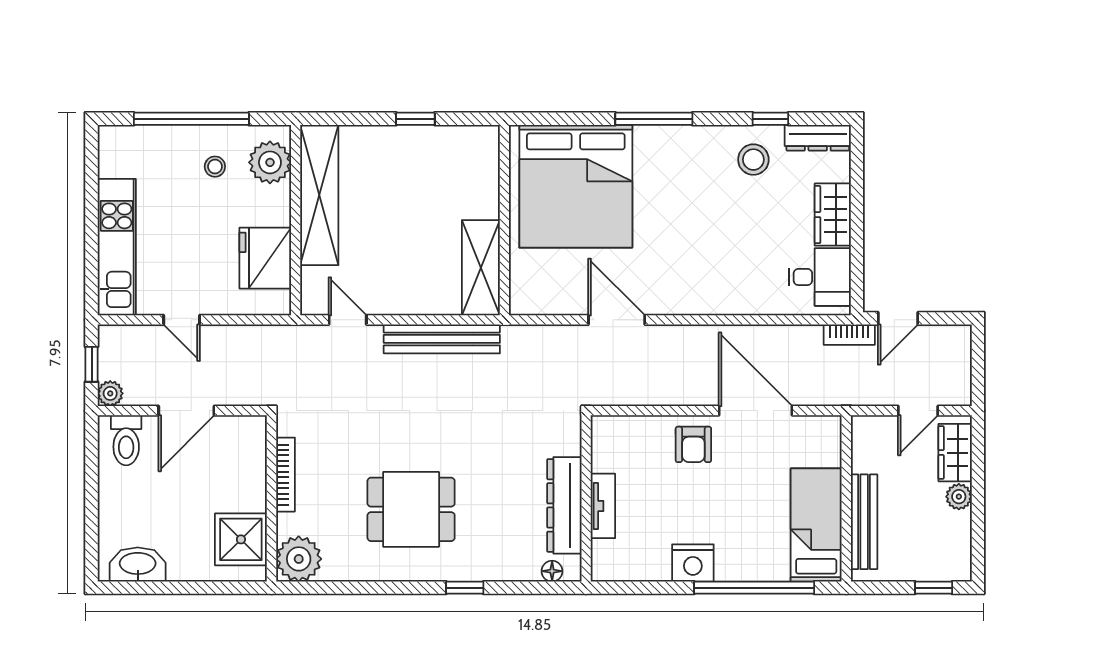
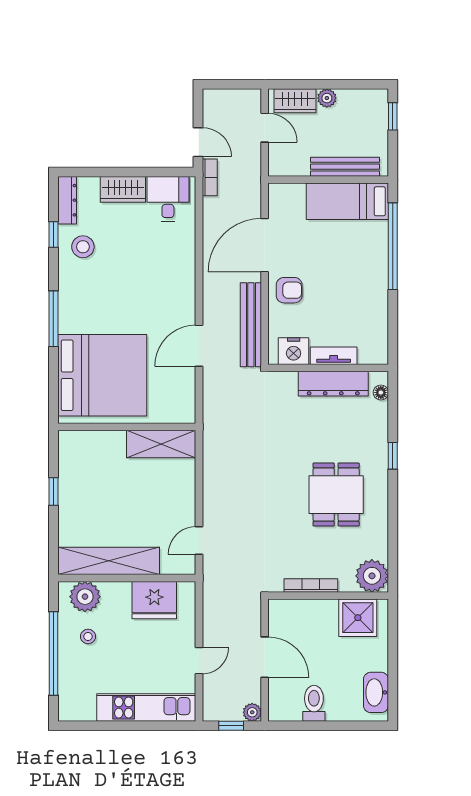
bench: (442, 339) -> (251, 325), moved
toilet: (126, 440) -> (314, 703), moved, turned -90
nightstand: (693, 563) -> (294, 351), moved, turned 90

